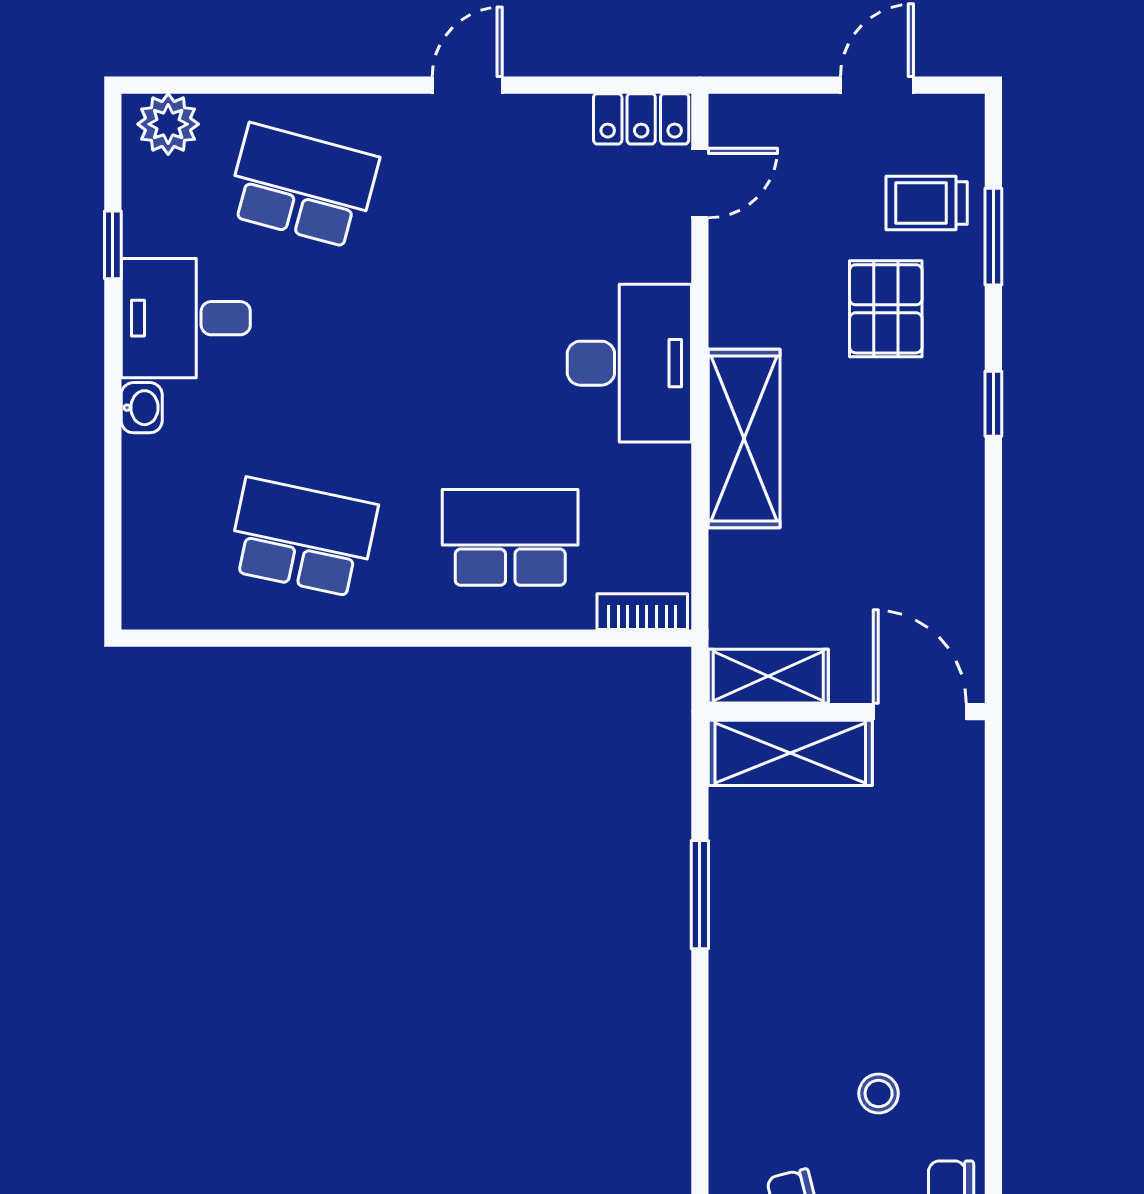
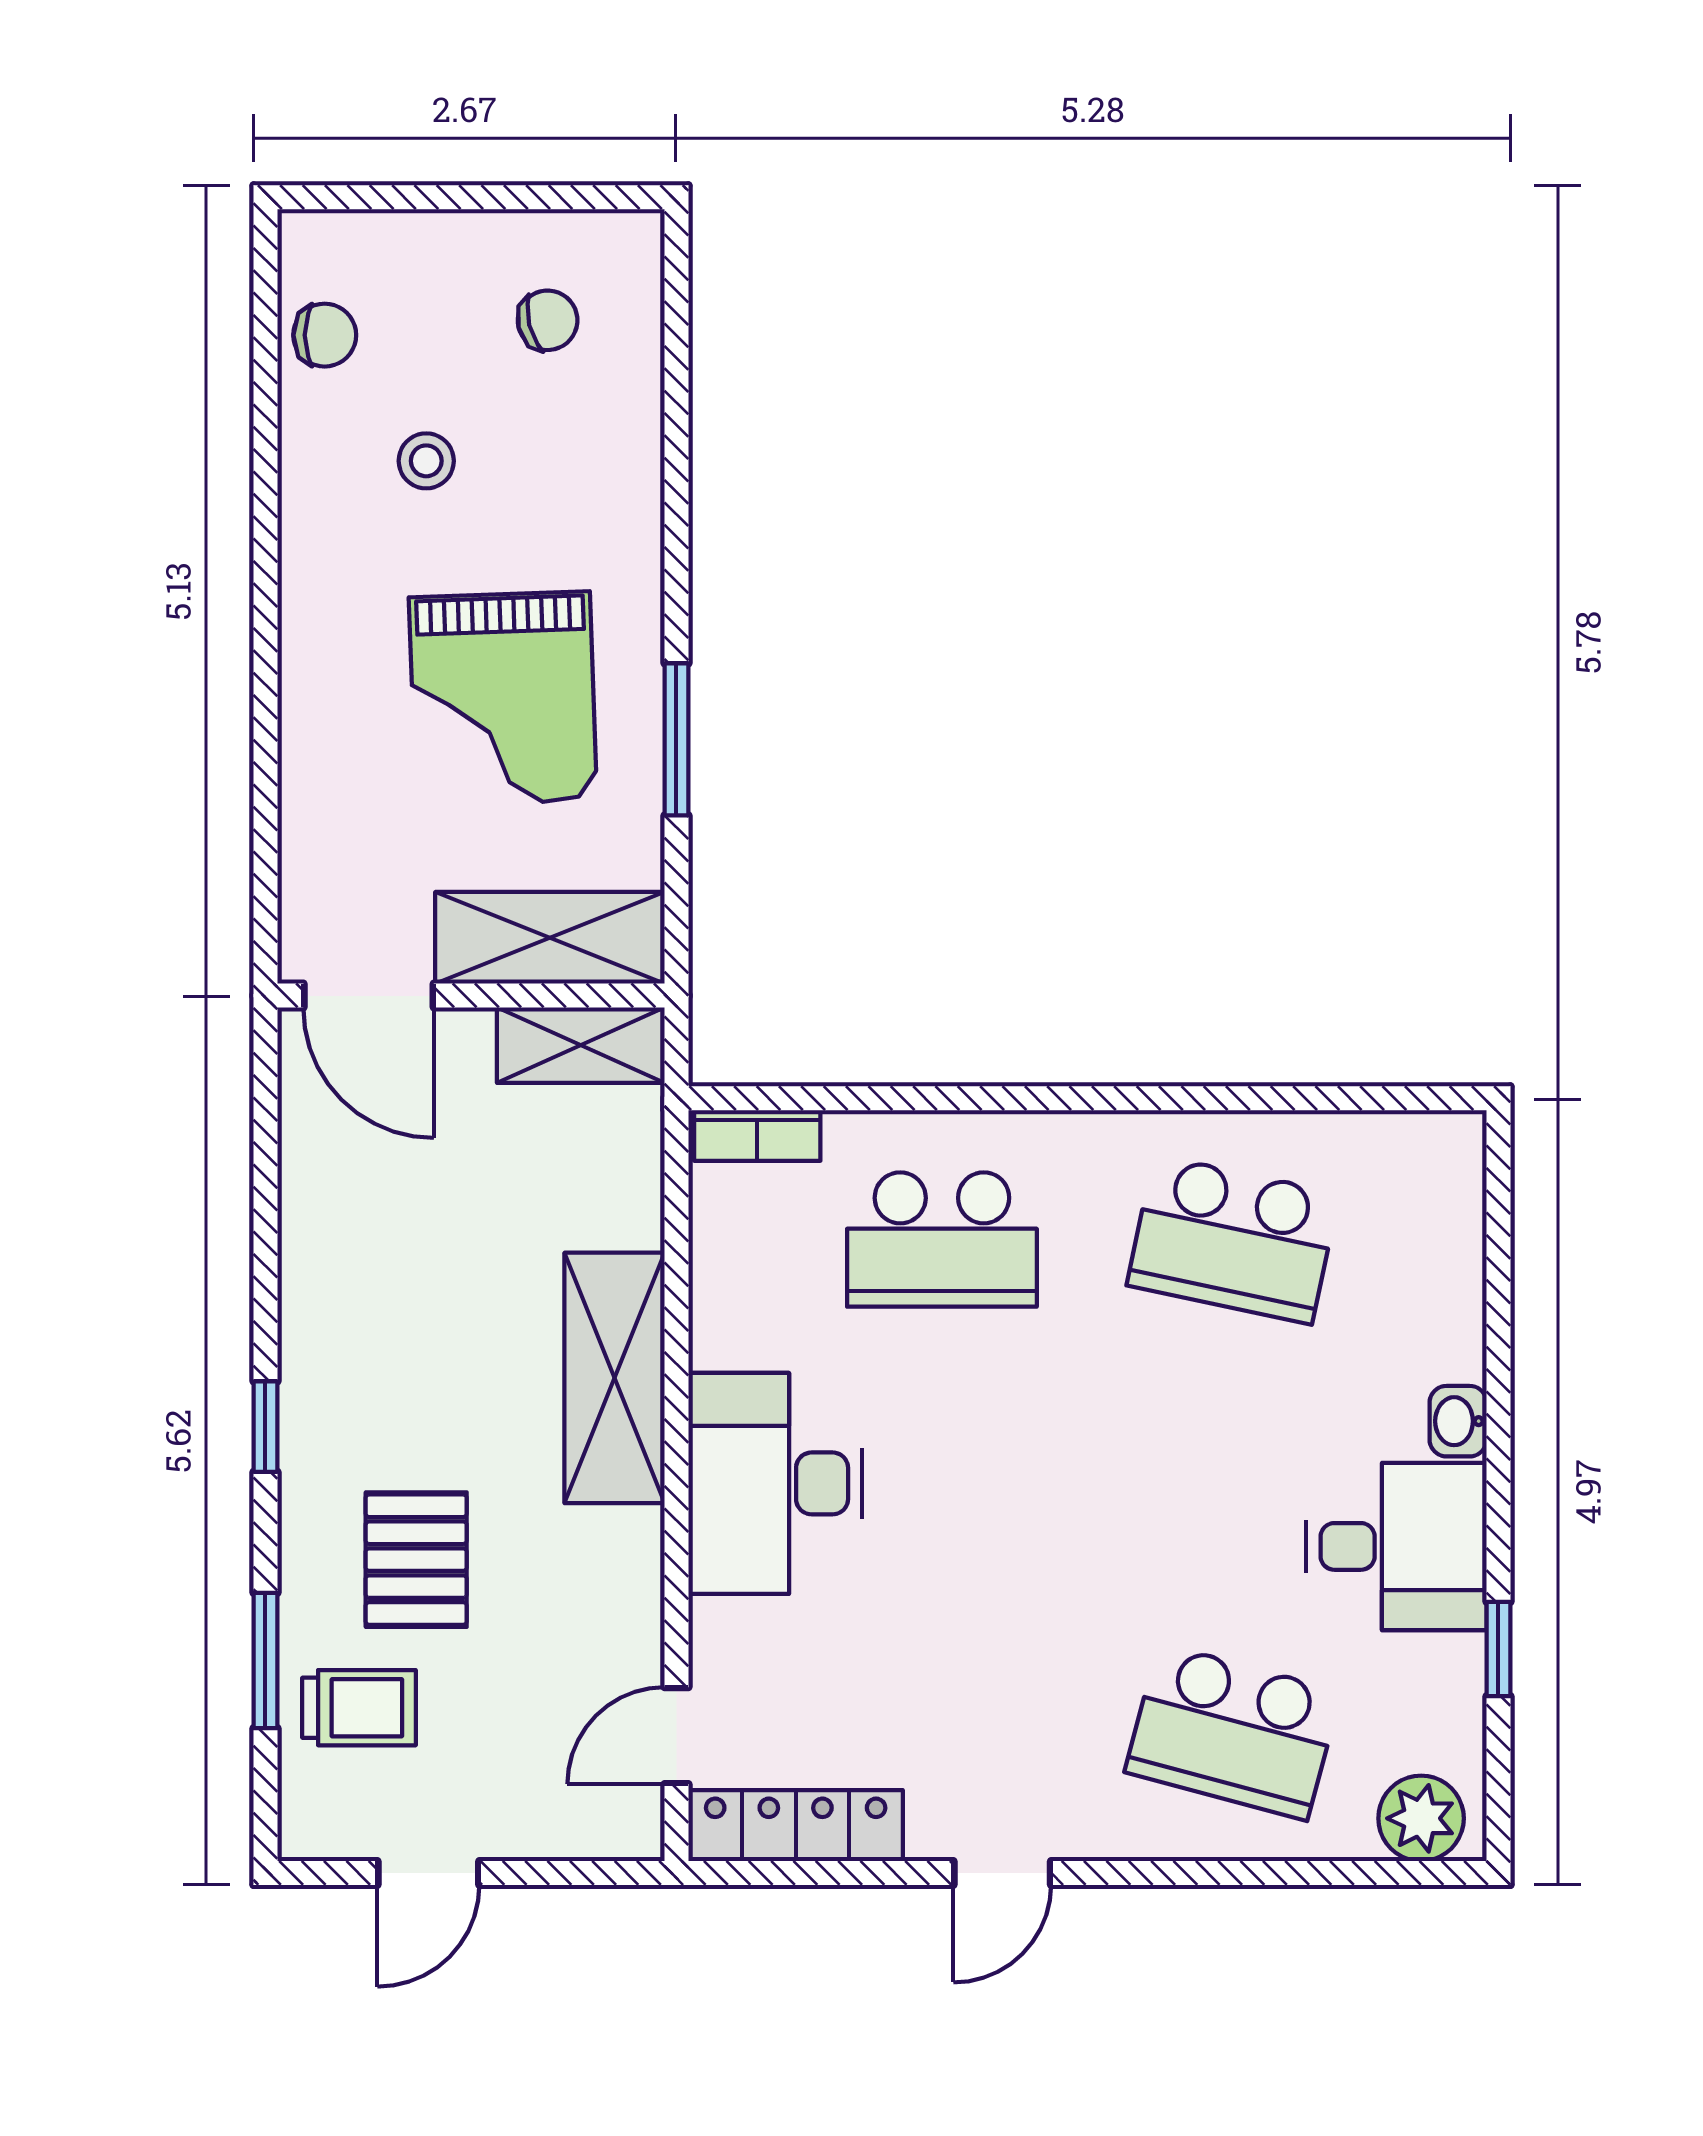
locker: (641, 119) -> (796, 1826), width x1.53
grand piano: (824, 924) -> (503, 699), added

